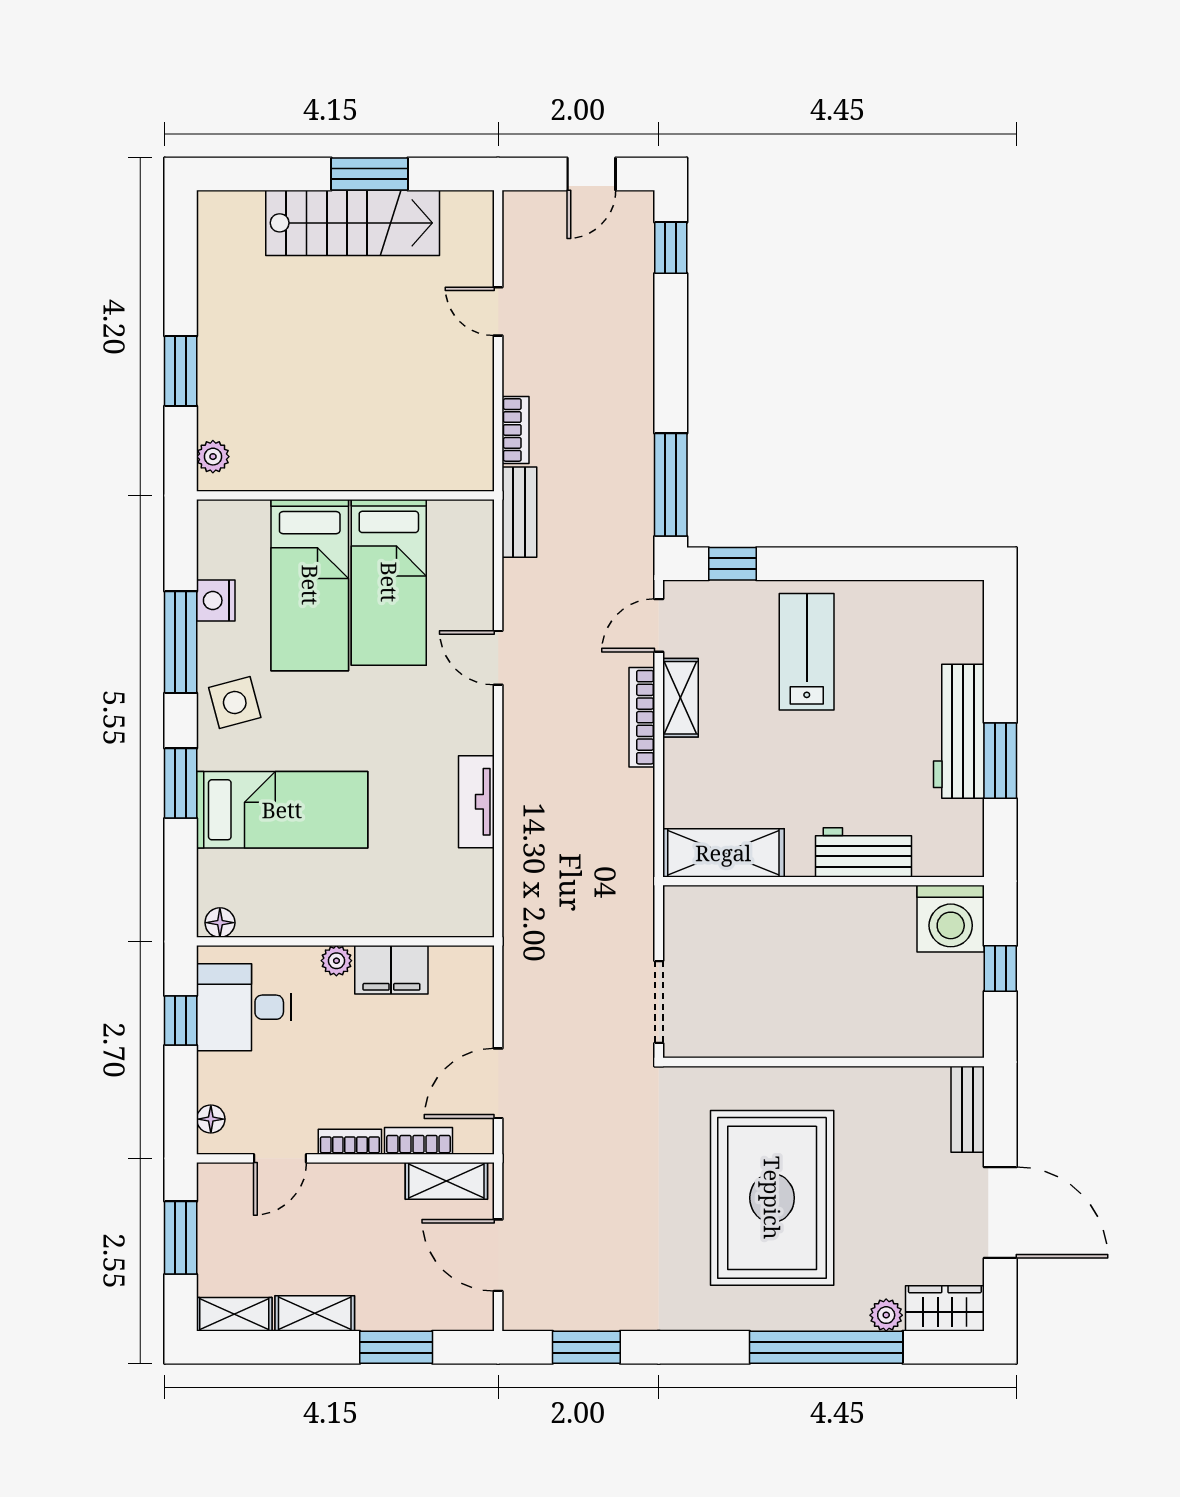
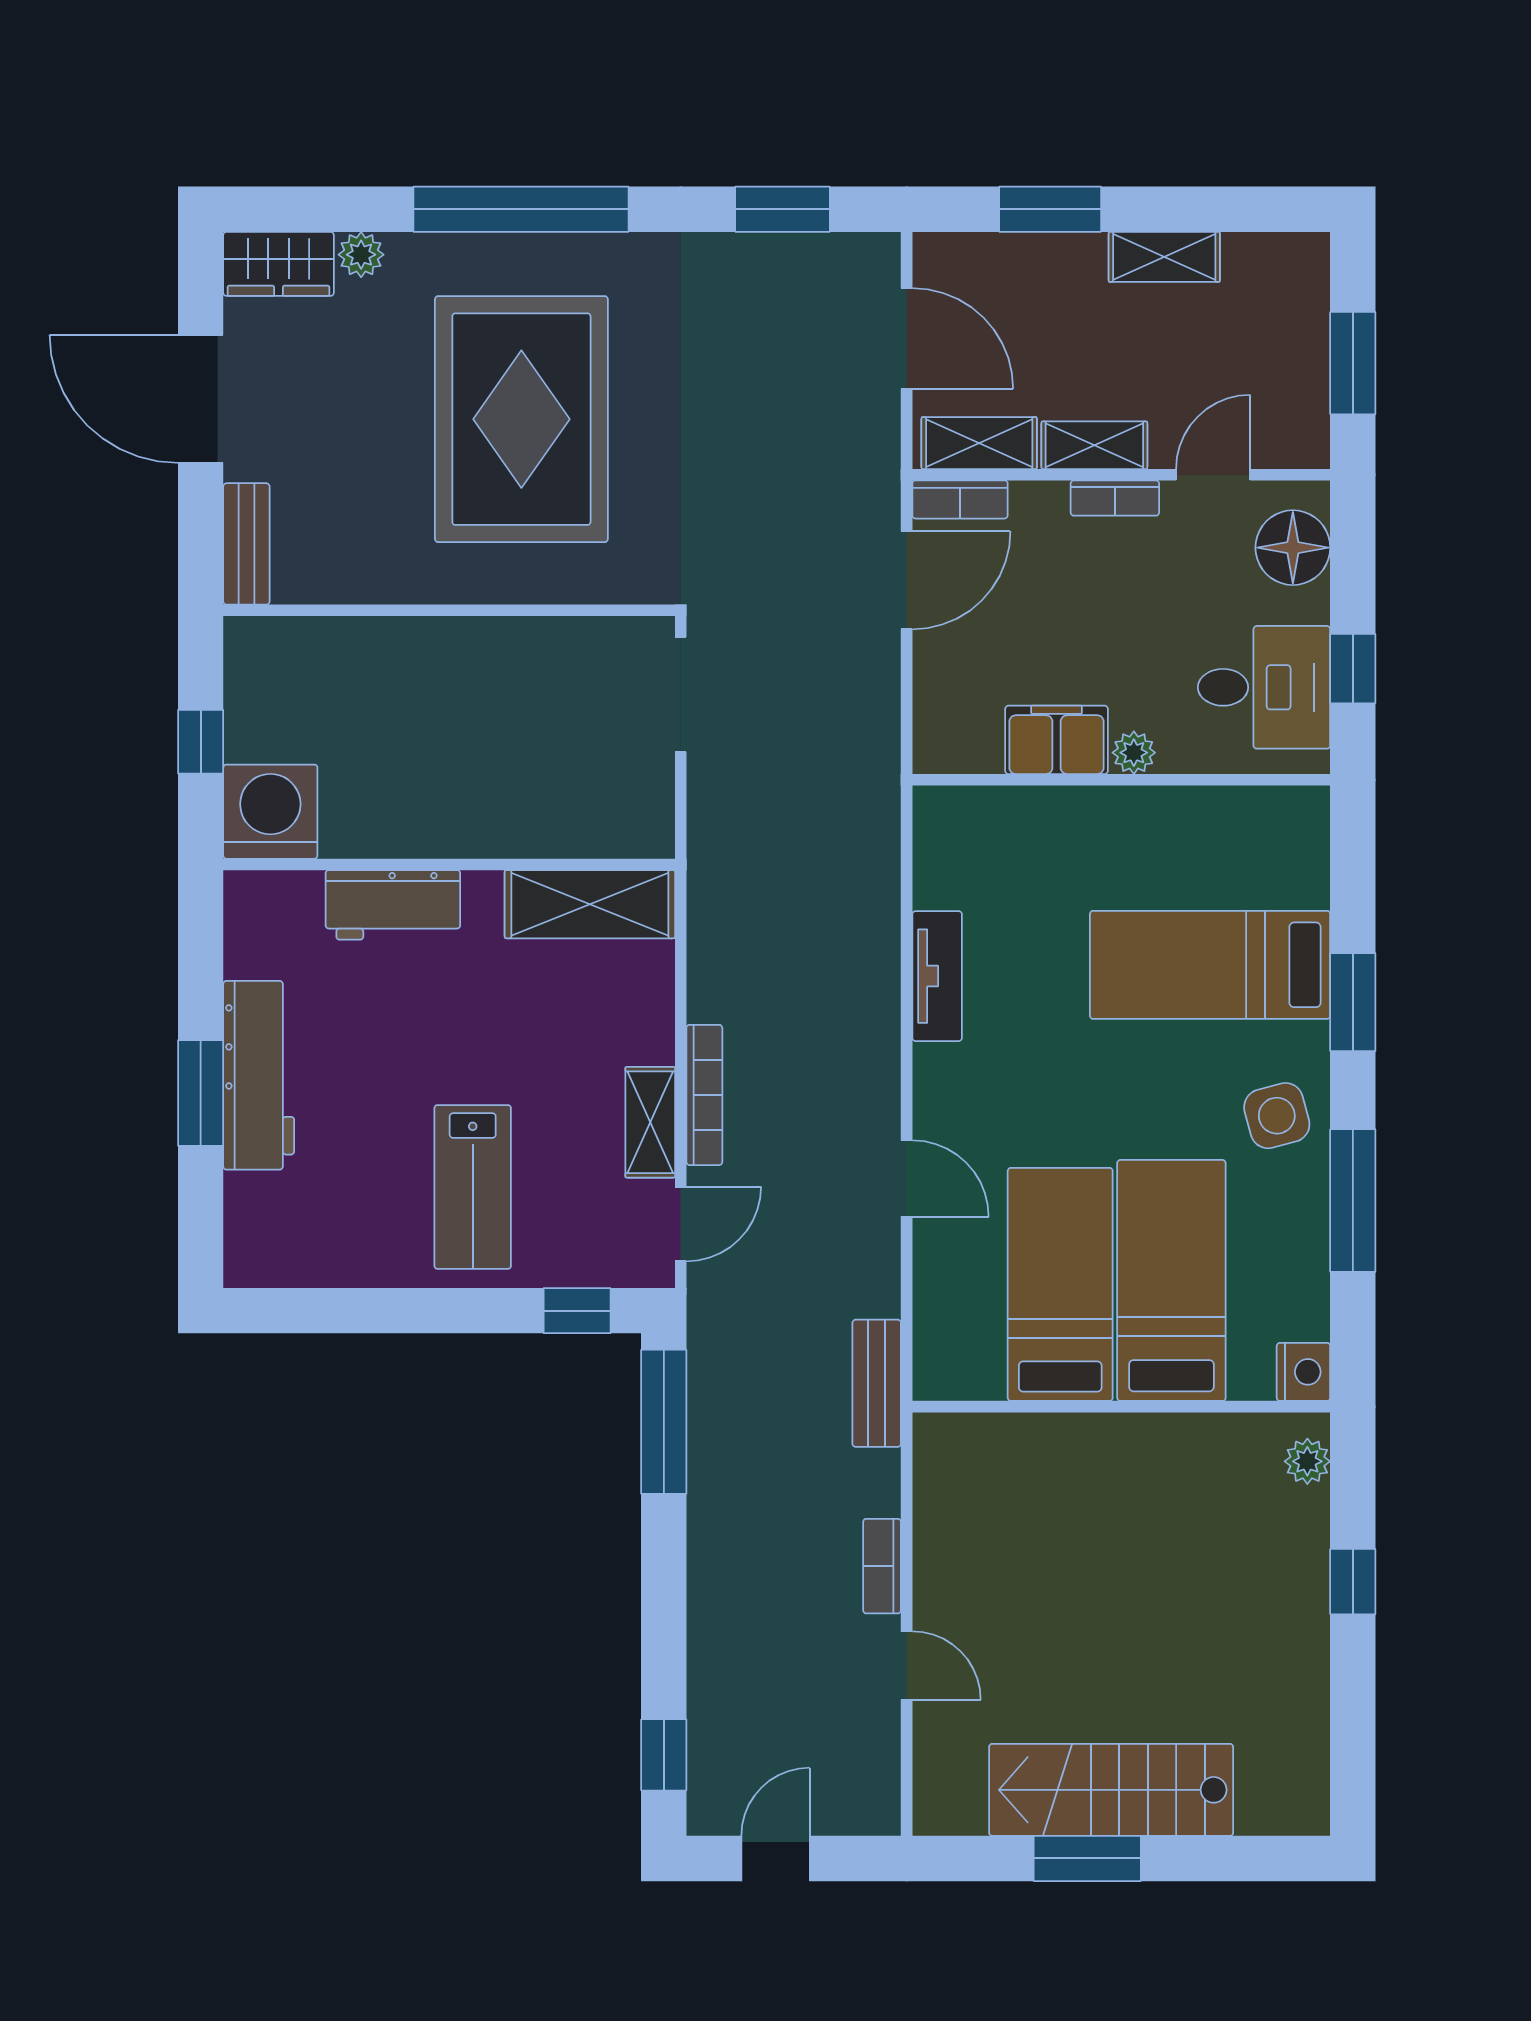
window: (181, 371) -> (1353, 1582), width x0.67
bookcase: (516, 430) -> (882, 1566), moved
nightstand: (216, 600) -> (1303, 1372), moved
window: (1000, 761) -> (201, 1093), moved
floor lamp: (220, 923) -> (1298, 806), removed
floor lamp: (211, 1119) -> (1293, 548), width x1.89, depth x1.89
bookcase: (418, 1141) -> (960, 499), moved
shelving: (234, 1314) -> (1094, 445), moved
window: (826, 1347) -> (521, 209), moved

